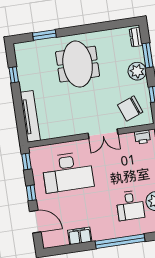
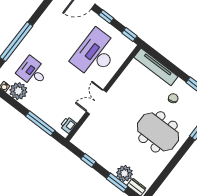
plant: (137, 71) -> (124, 173), moved
chair: (130, 109) -> (173, 98), moved, width x0.54, depth x0.54
filing cabinet: (80, 236) -> (46, 19), removed

